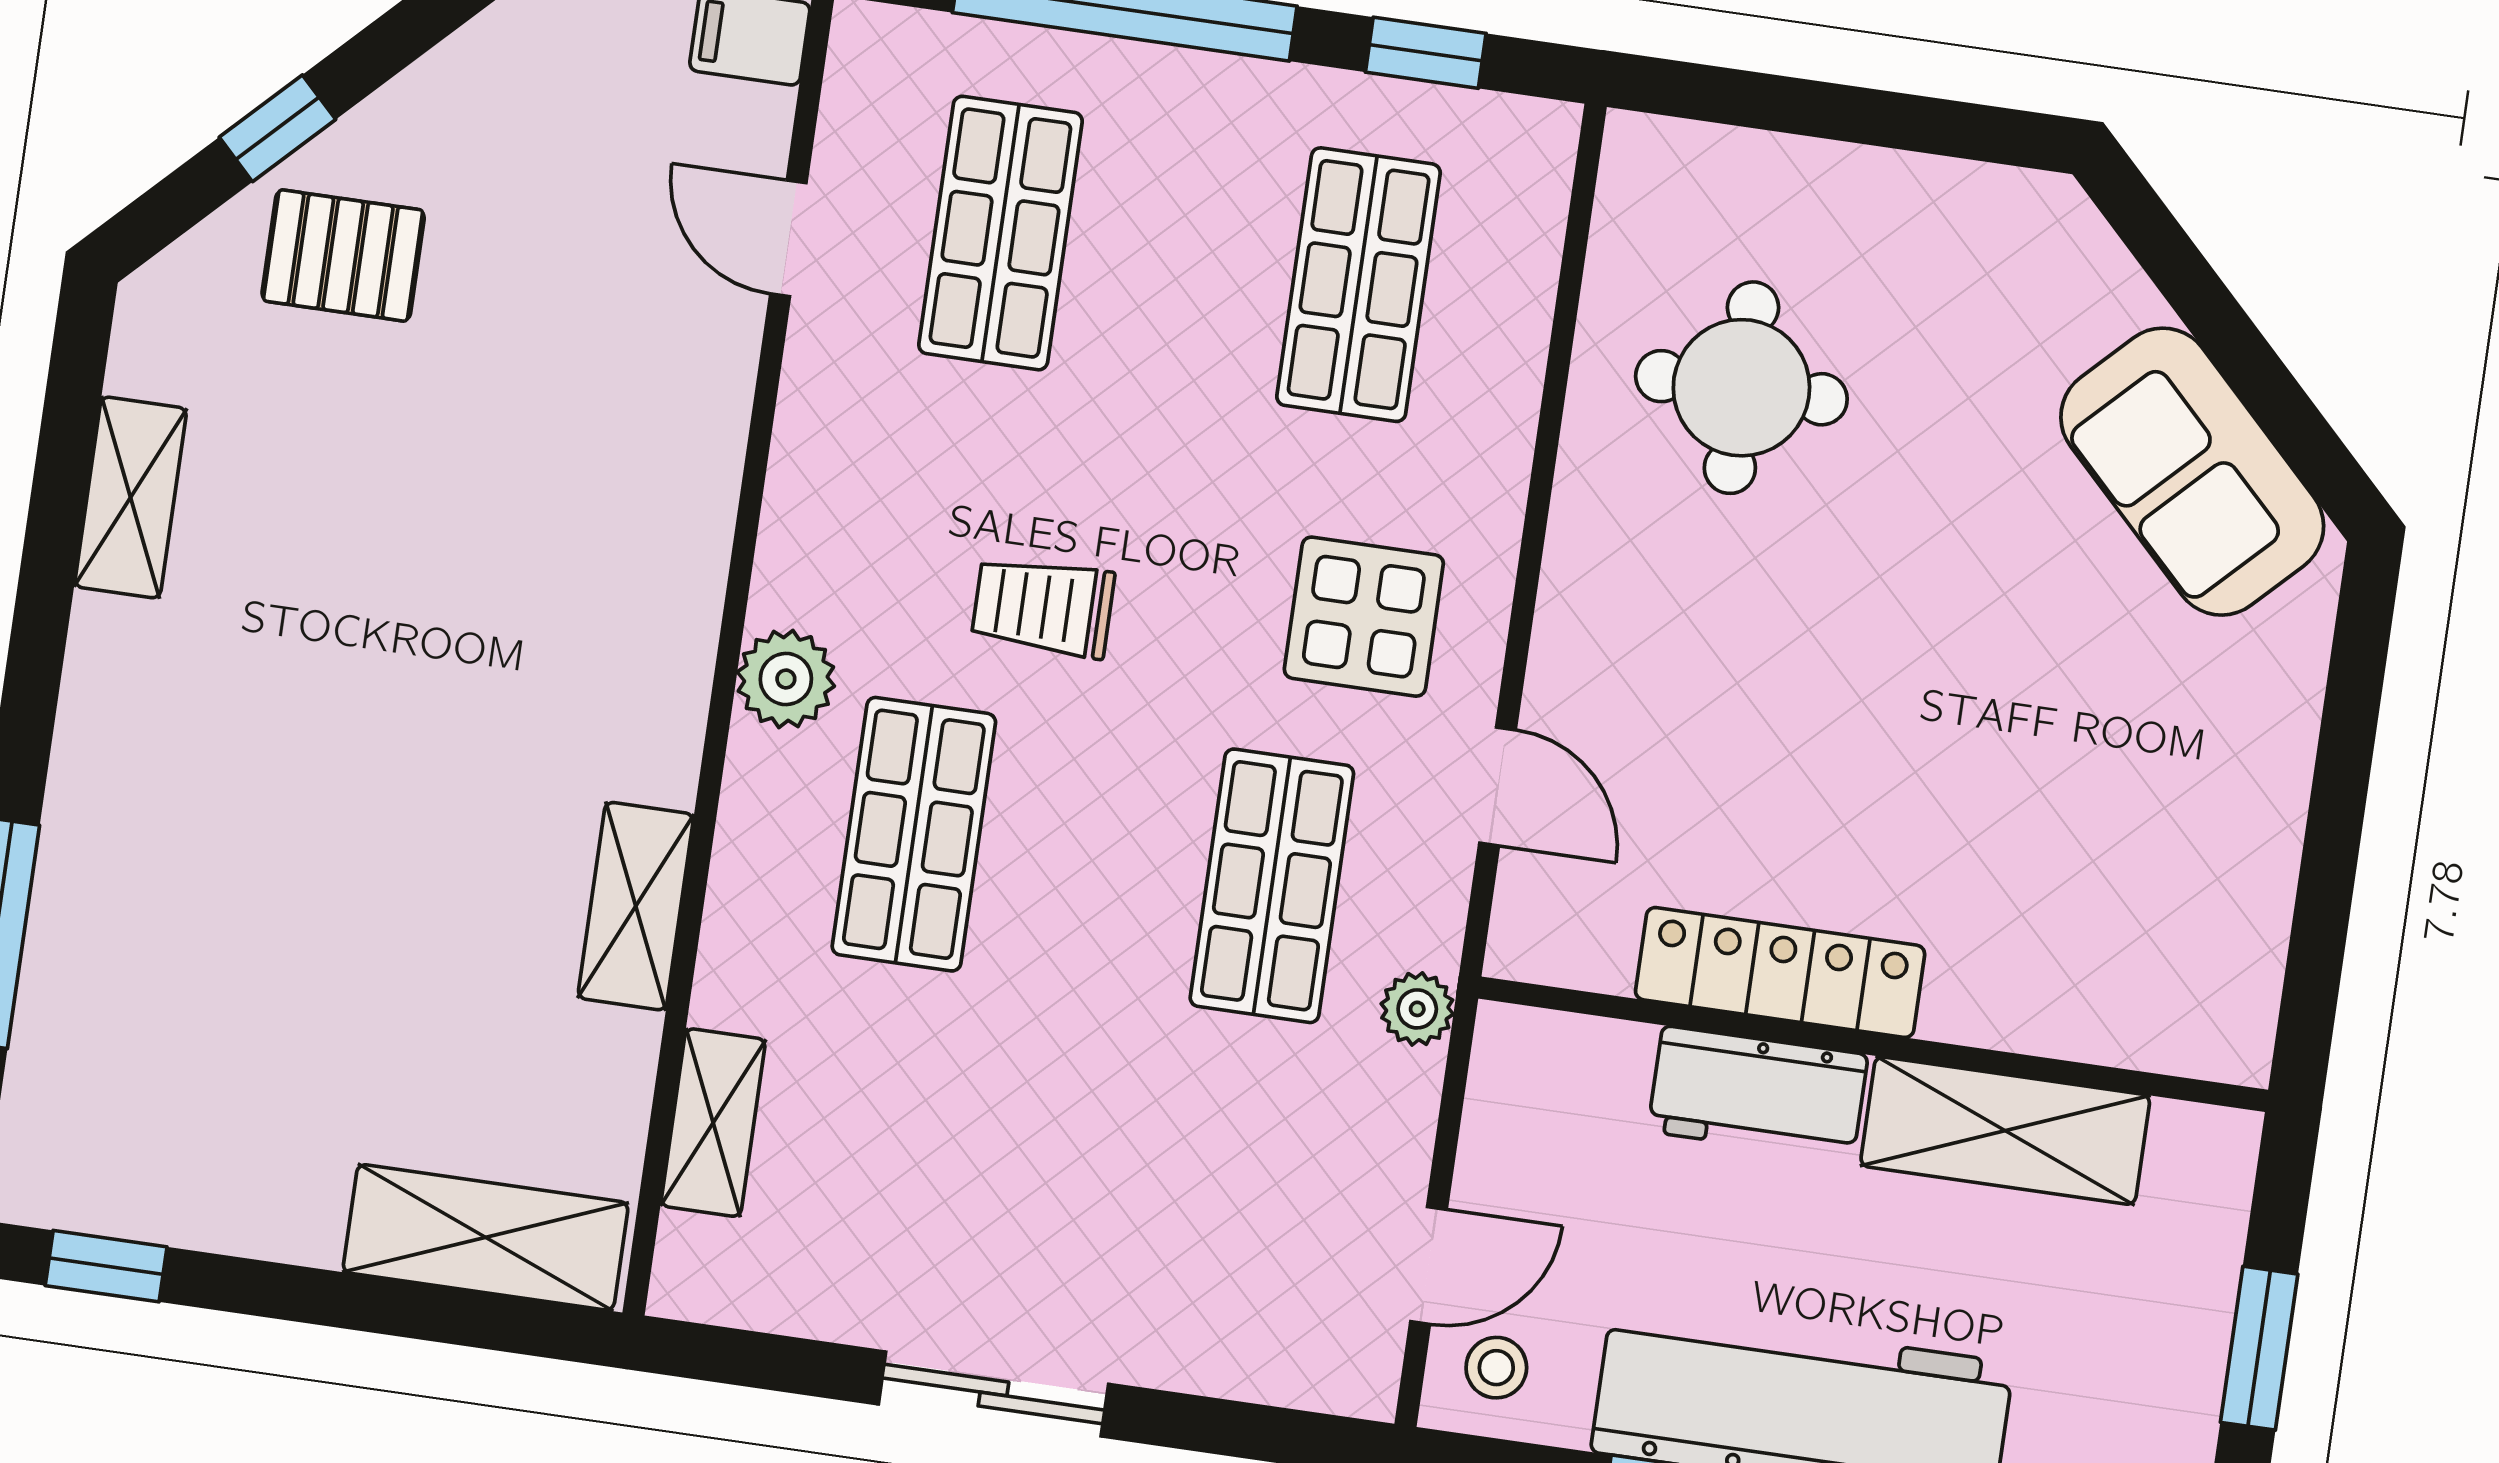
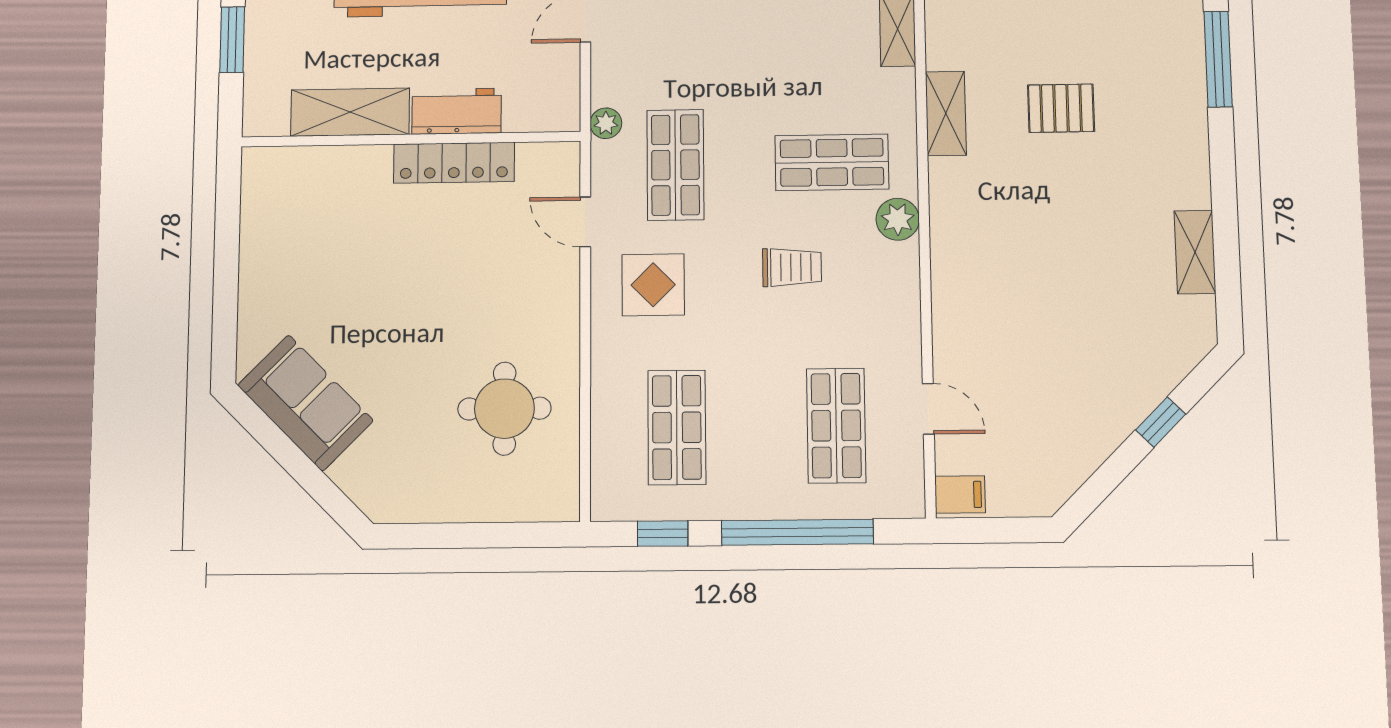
pallet: (343, 255) -> (1061, 108), moved
shop shelf: (914, 834) -> (832, 162), turned 90

